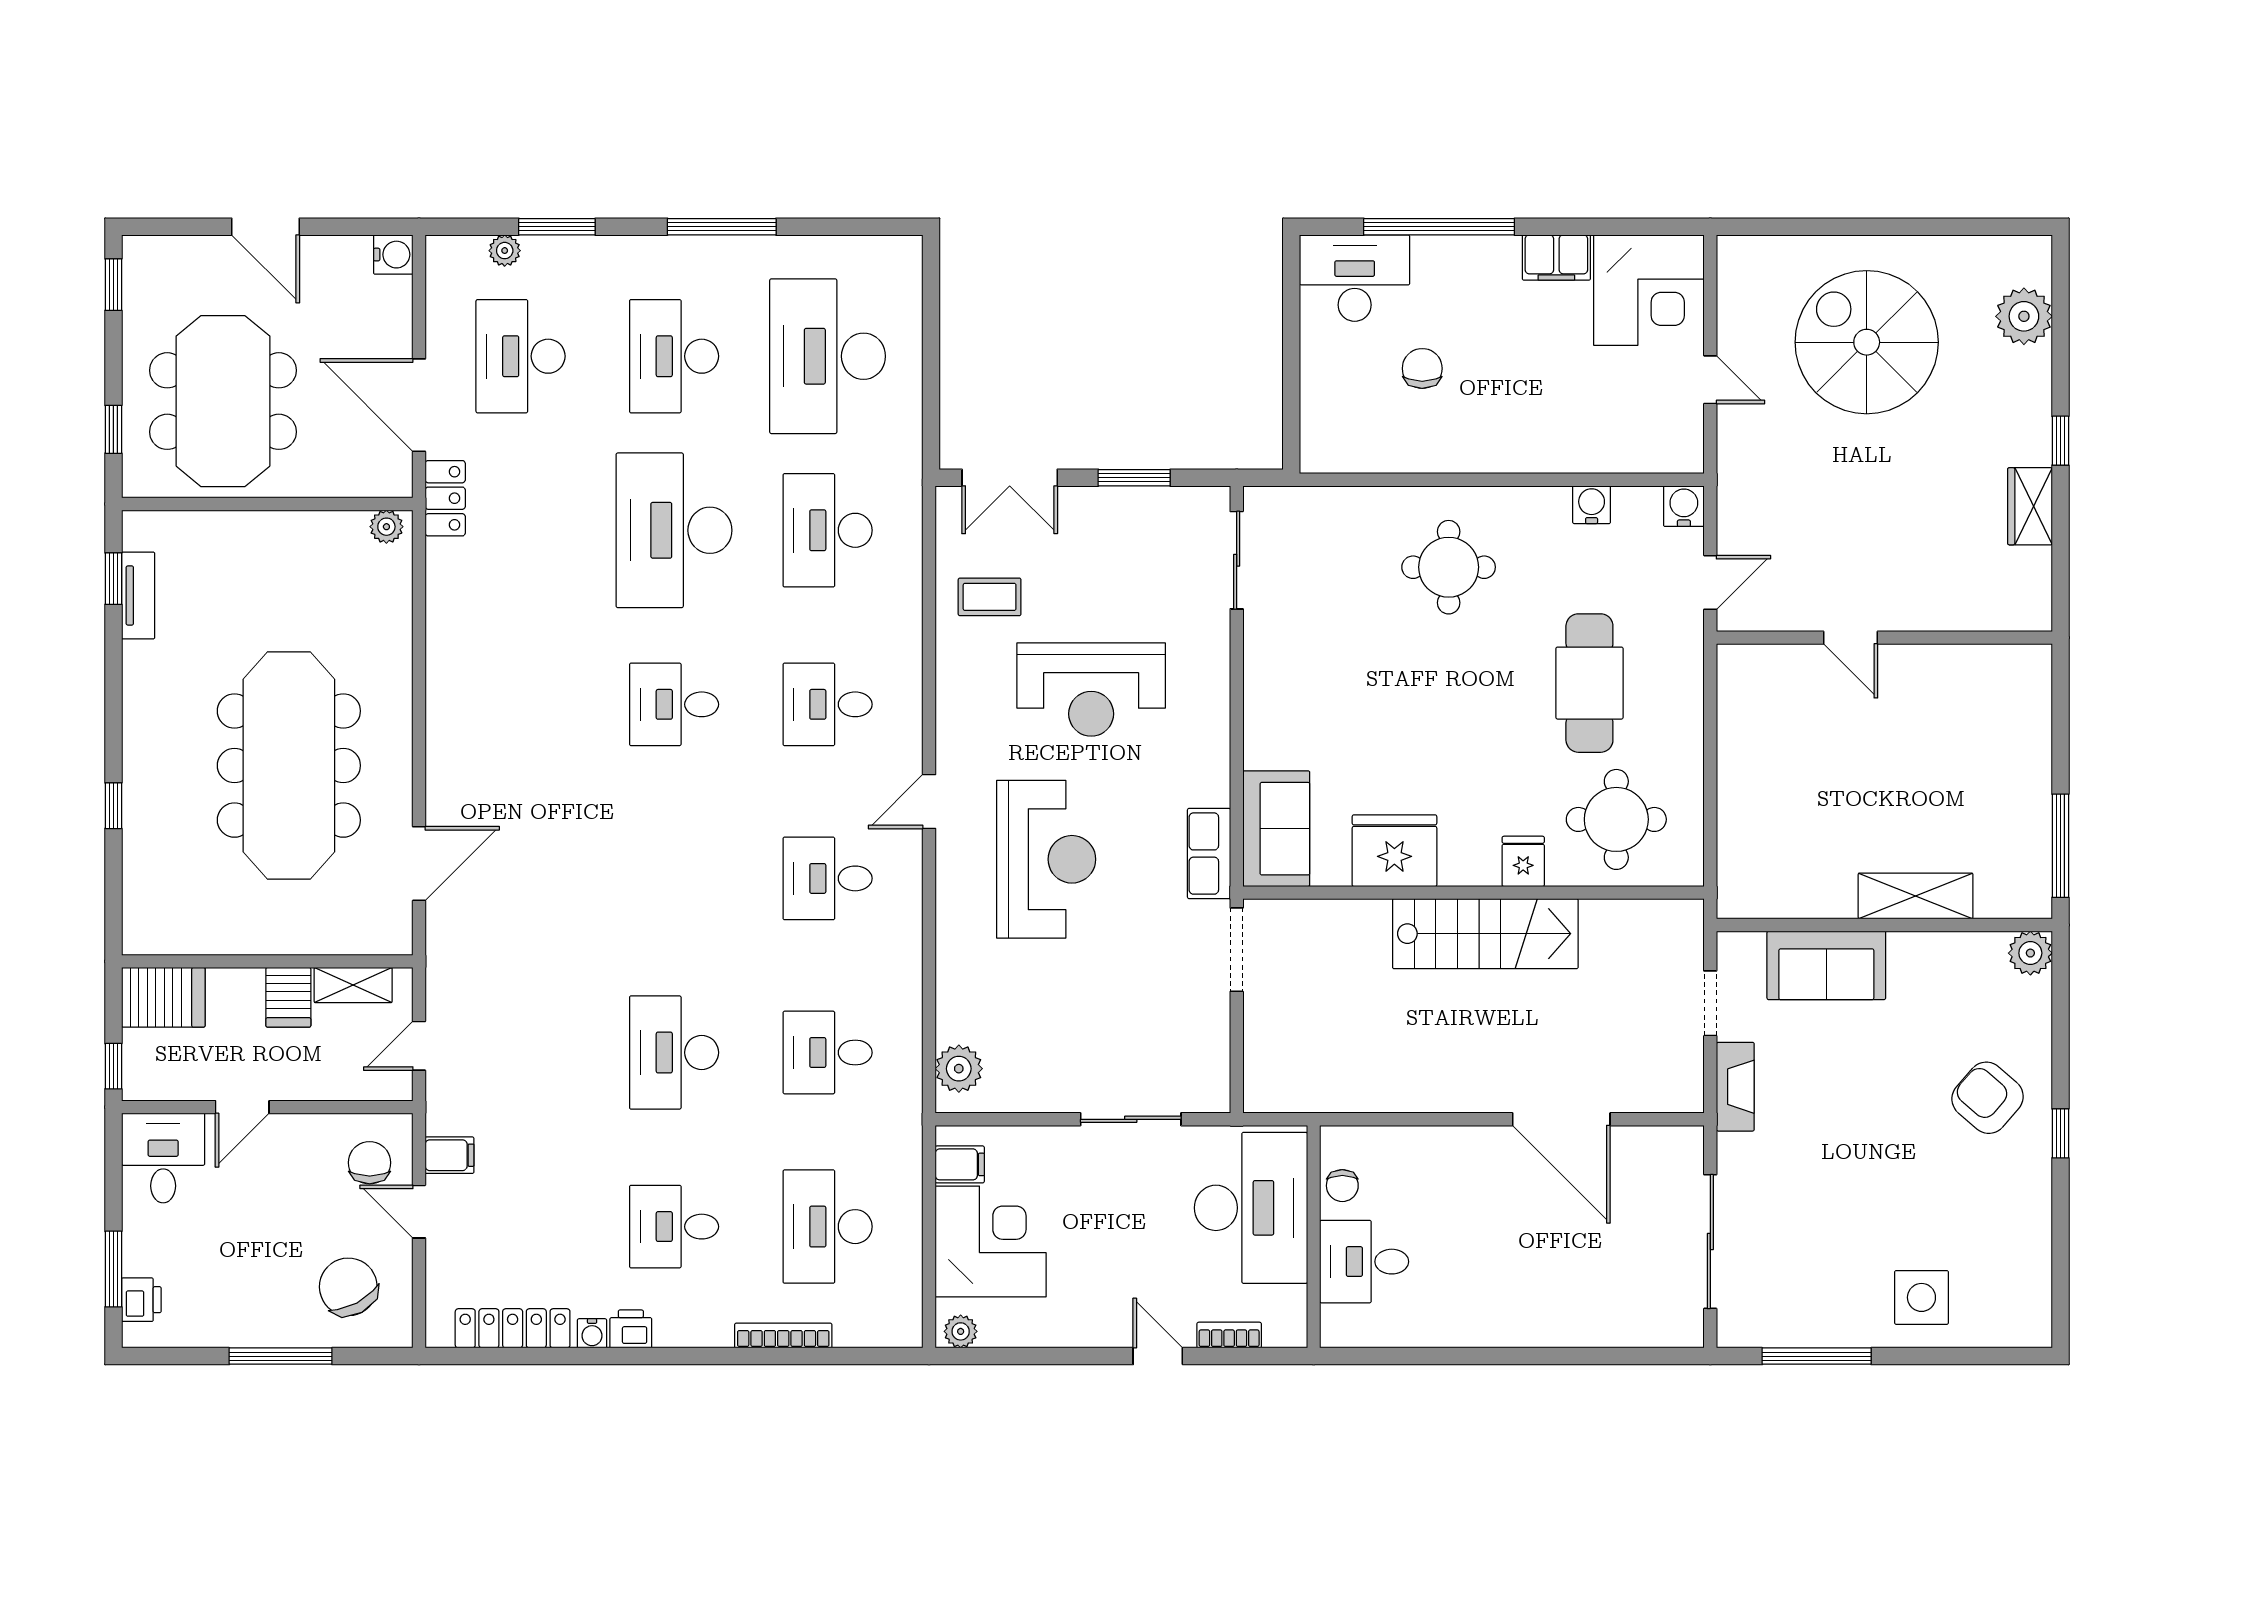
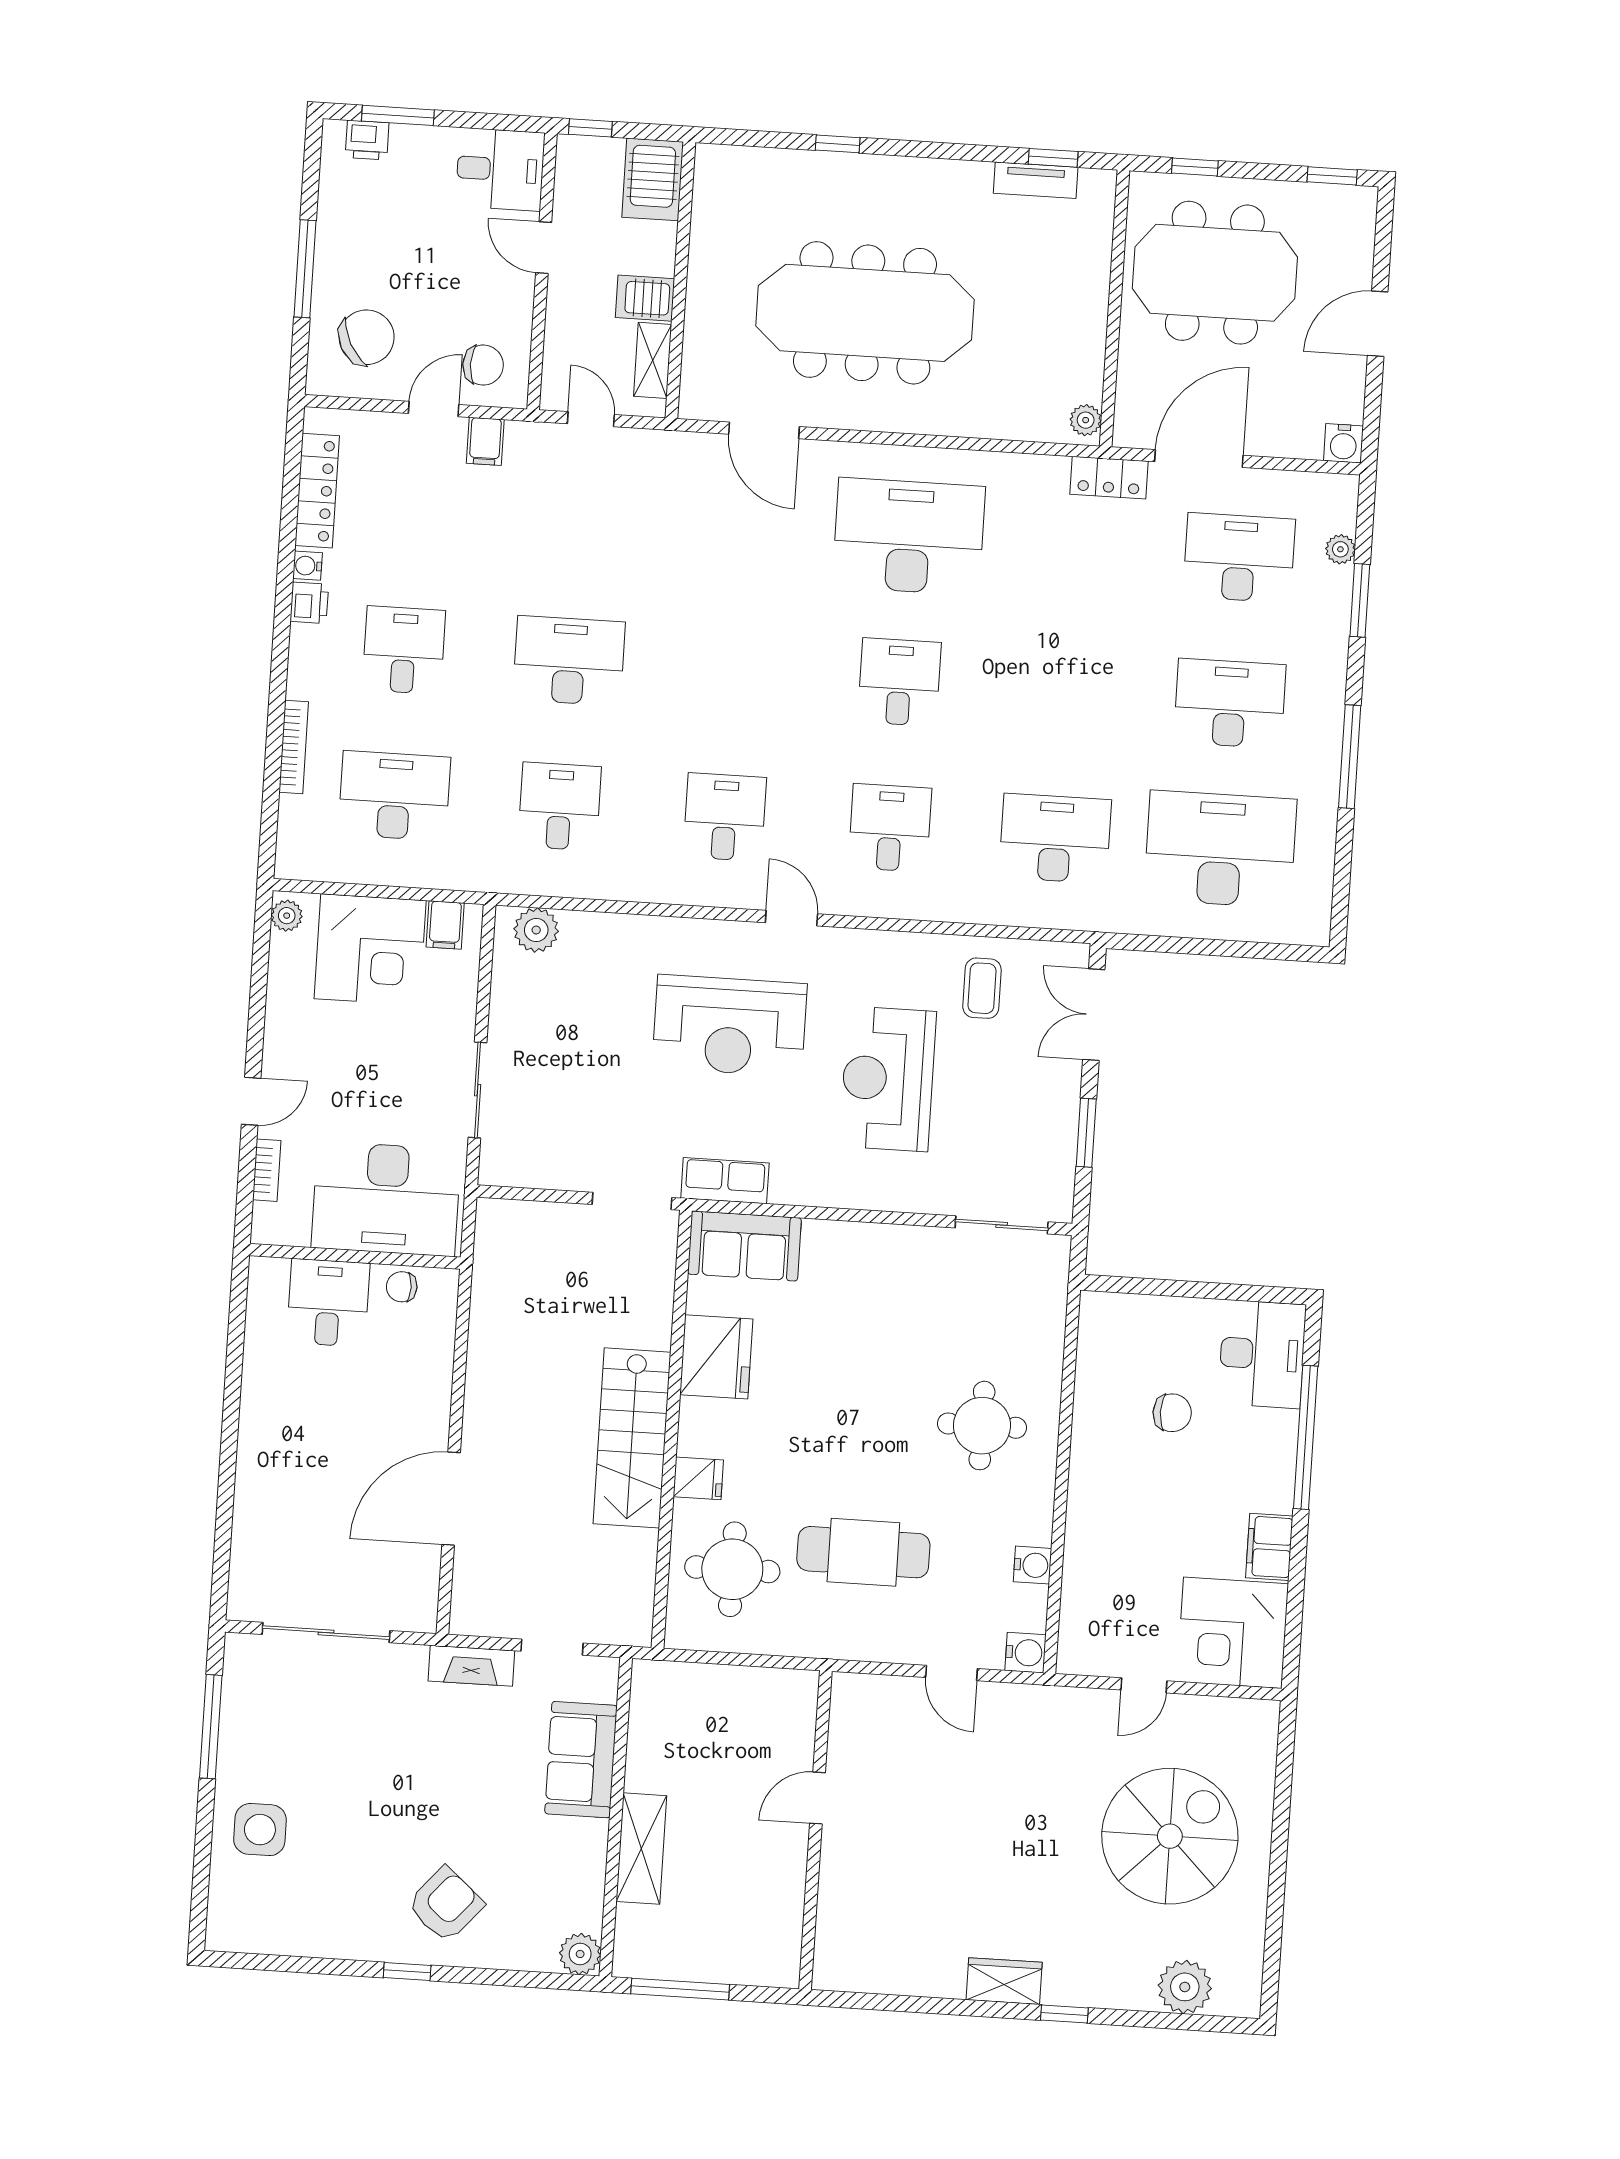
desk: (674, 530) -> (909, 536), moved
door: (1850, 638) -> (818, 1798), moved
wall: (1884, 638) -> (815, 1830), moved

